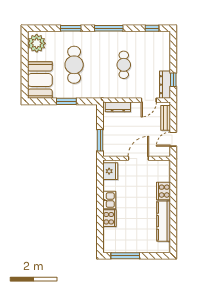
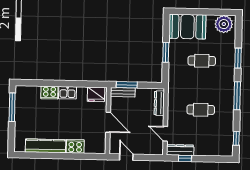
cafe table: (74, 65) -> (202, 61), width x0.73, depth x0.74
bench: (166, 118) -> (123, 92), moved

